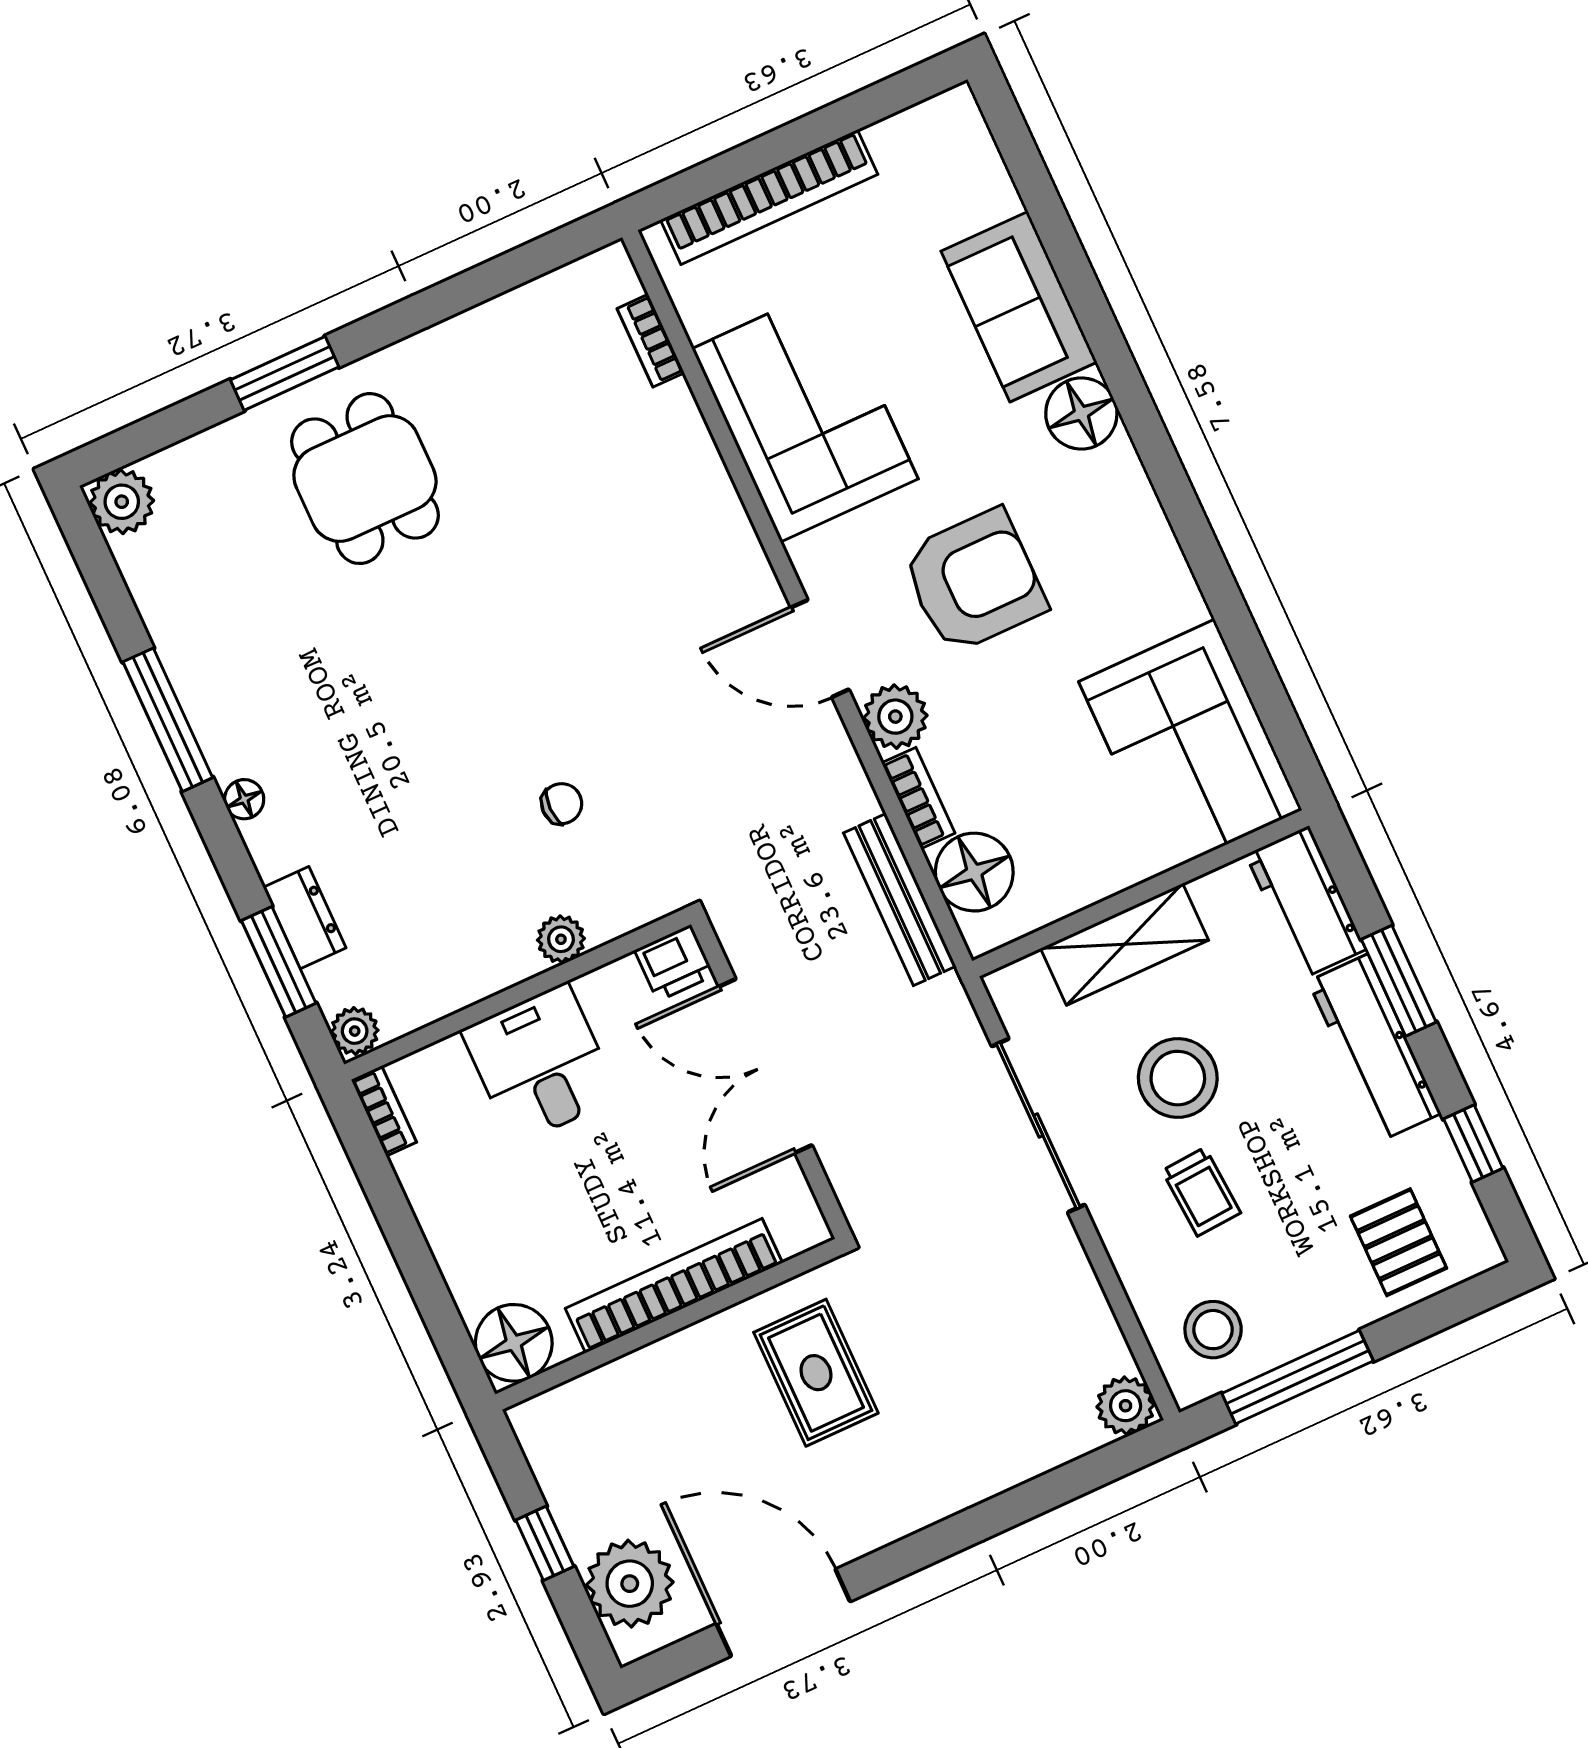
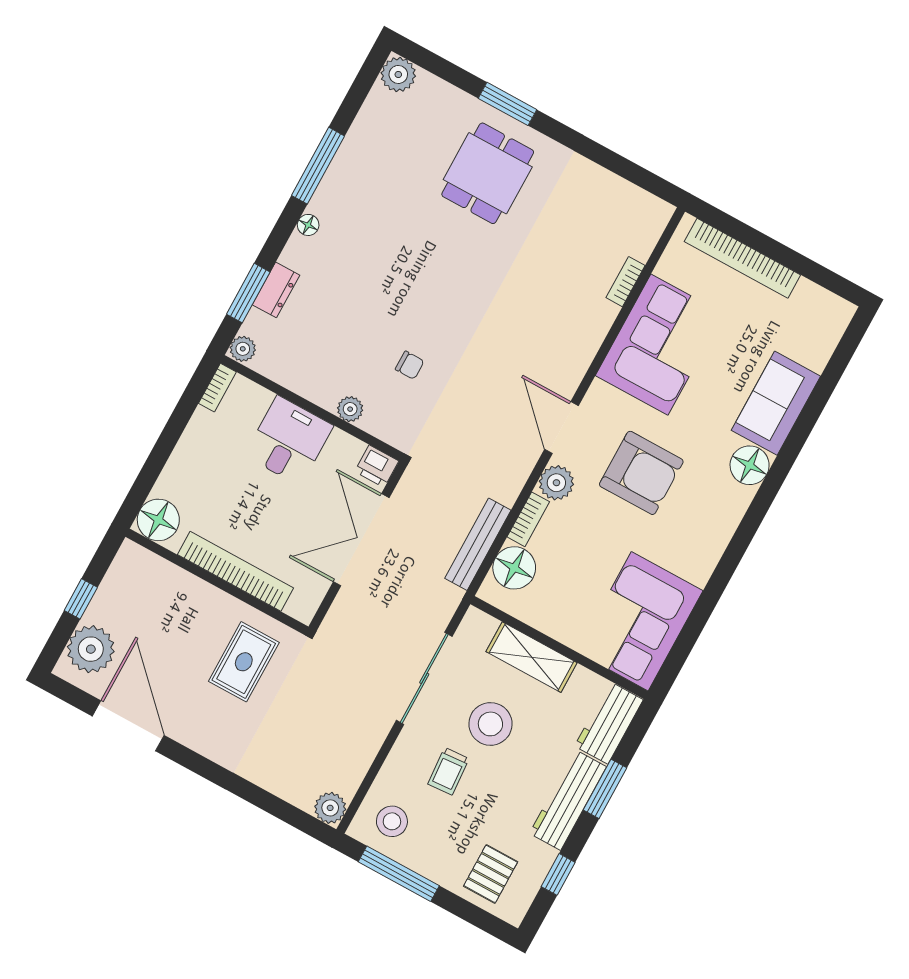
bookcase: (651, 341) -> (626, 282), moved

